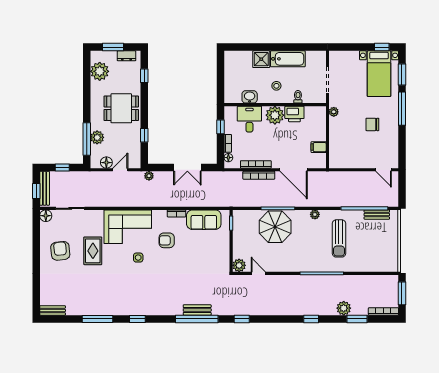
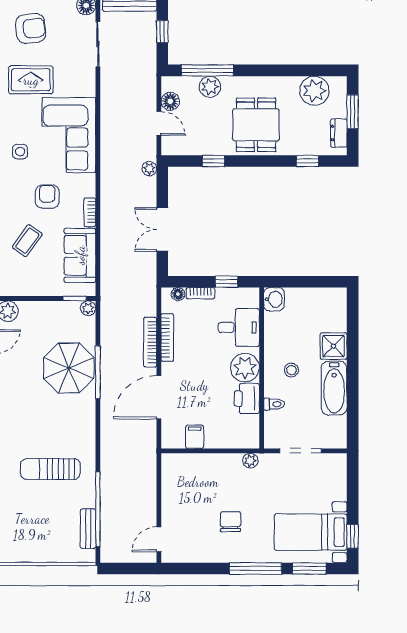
washbasin: (250, 97) -> (274, 299), moved
plant: (315, 214) -> (88, 308), moved
coffee table: (195, 253) -> (27, 241), added

